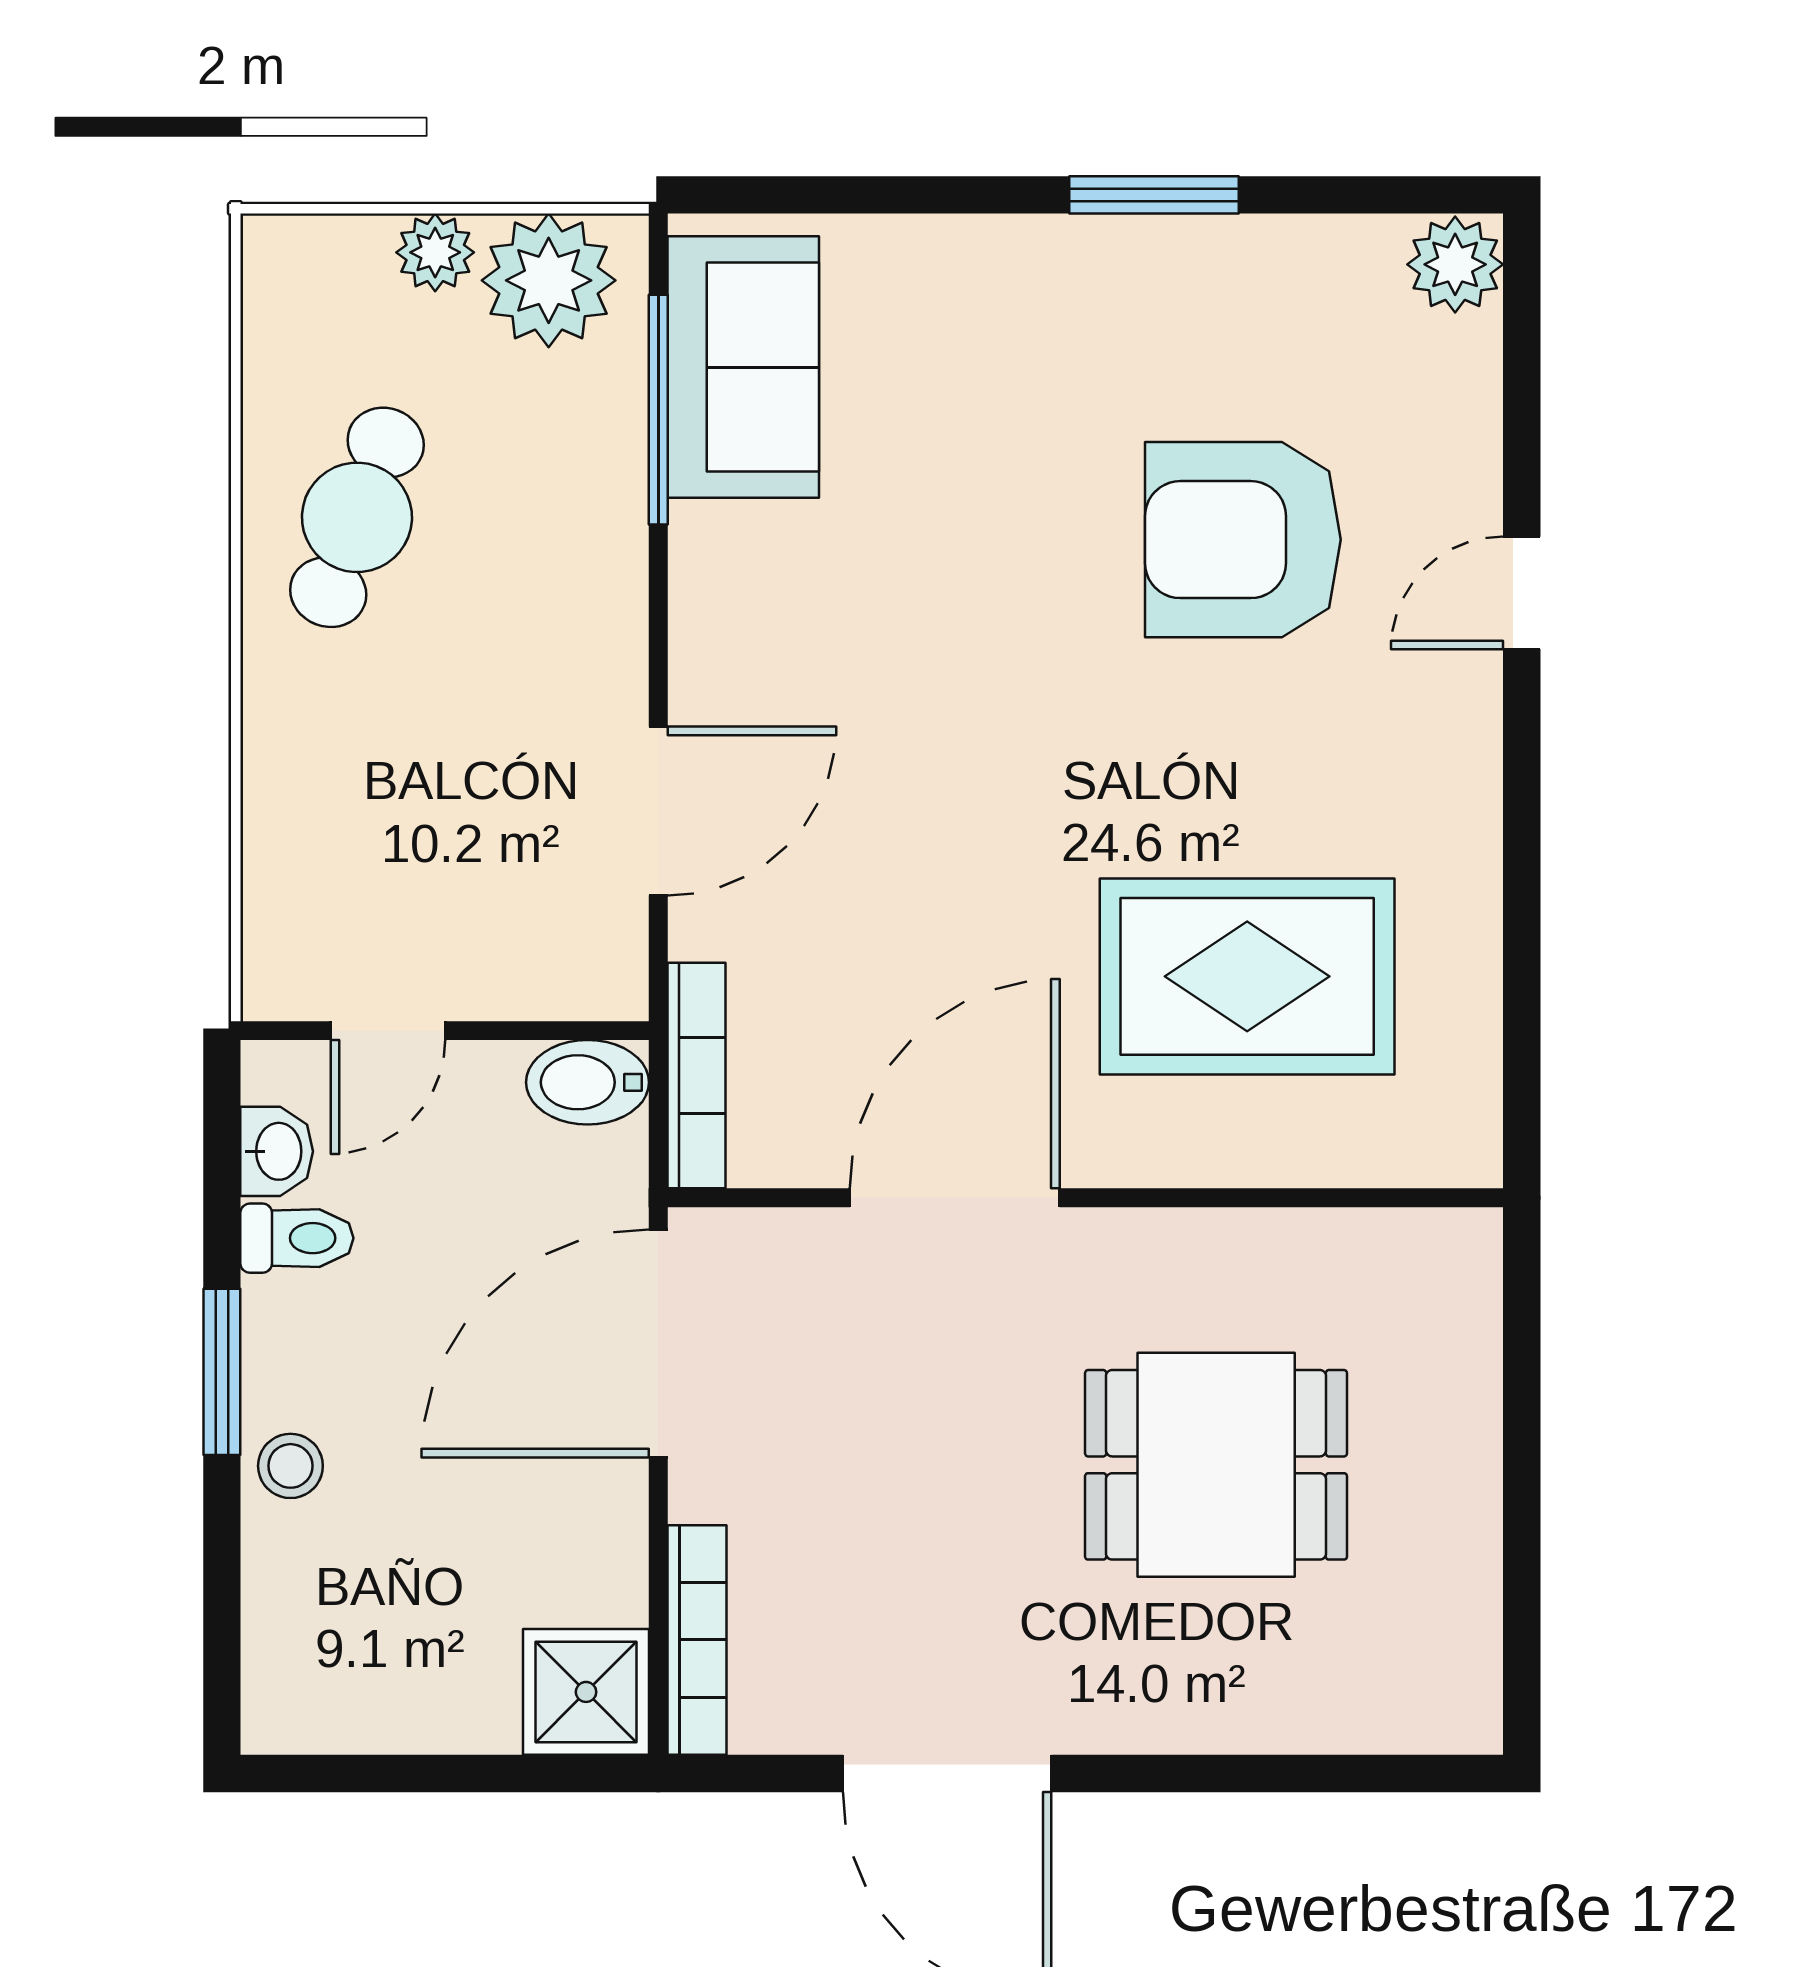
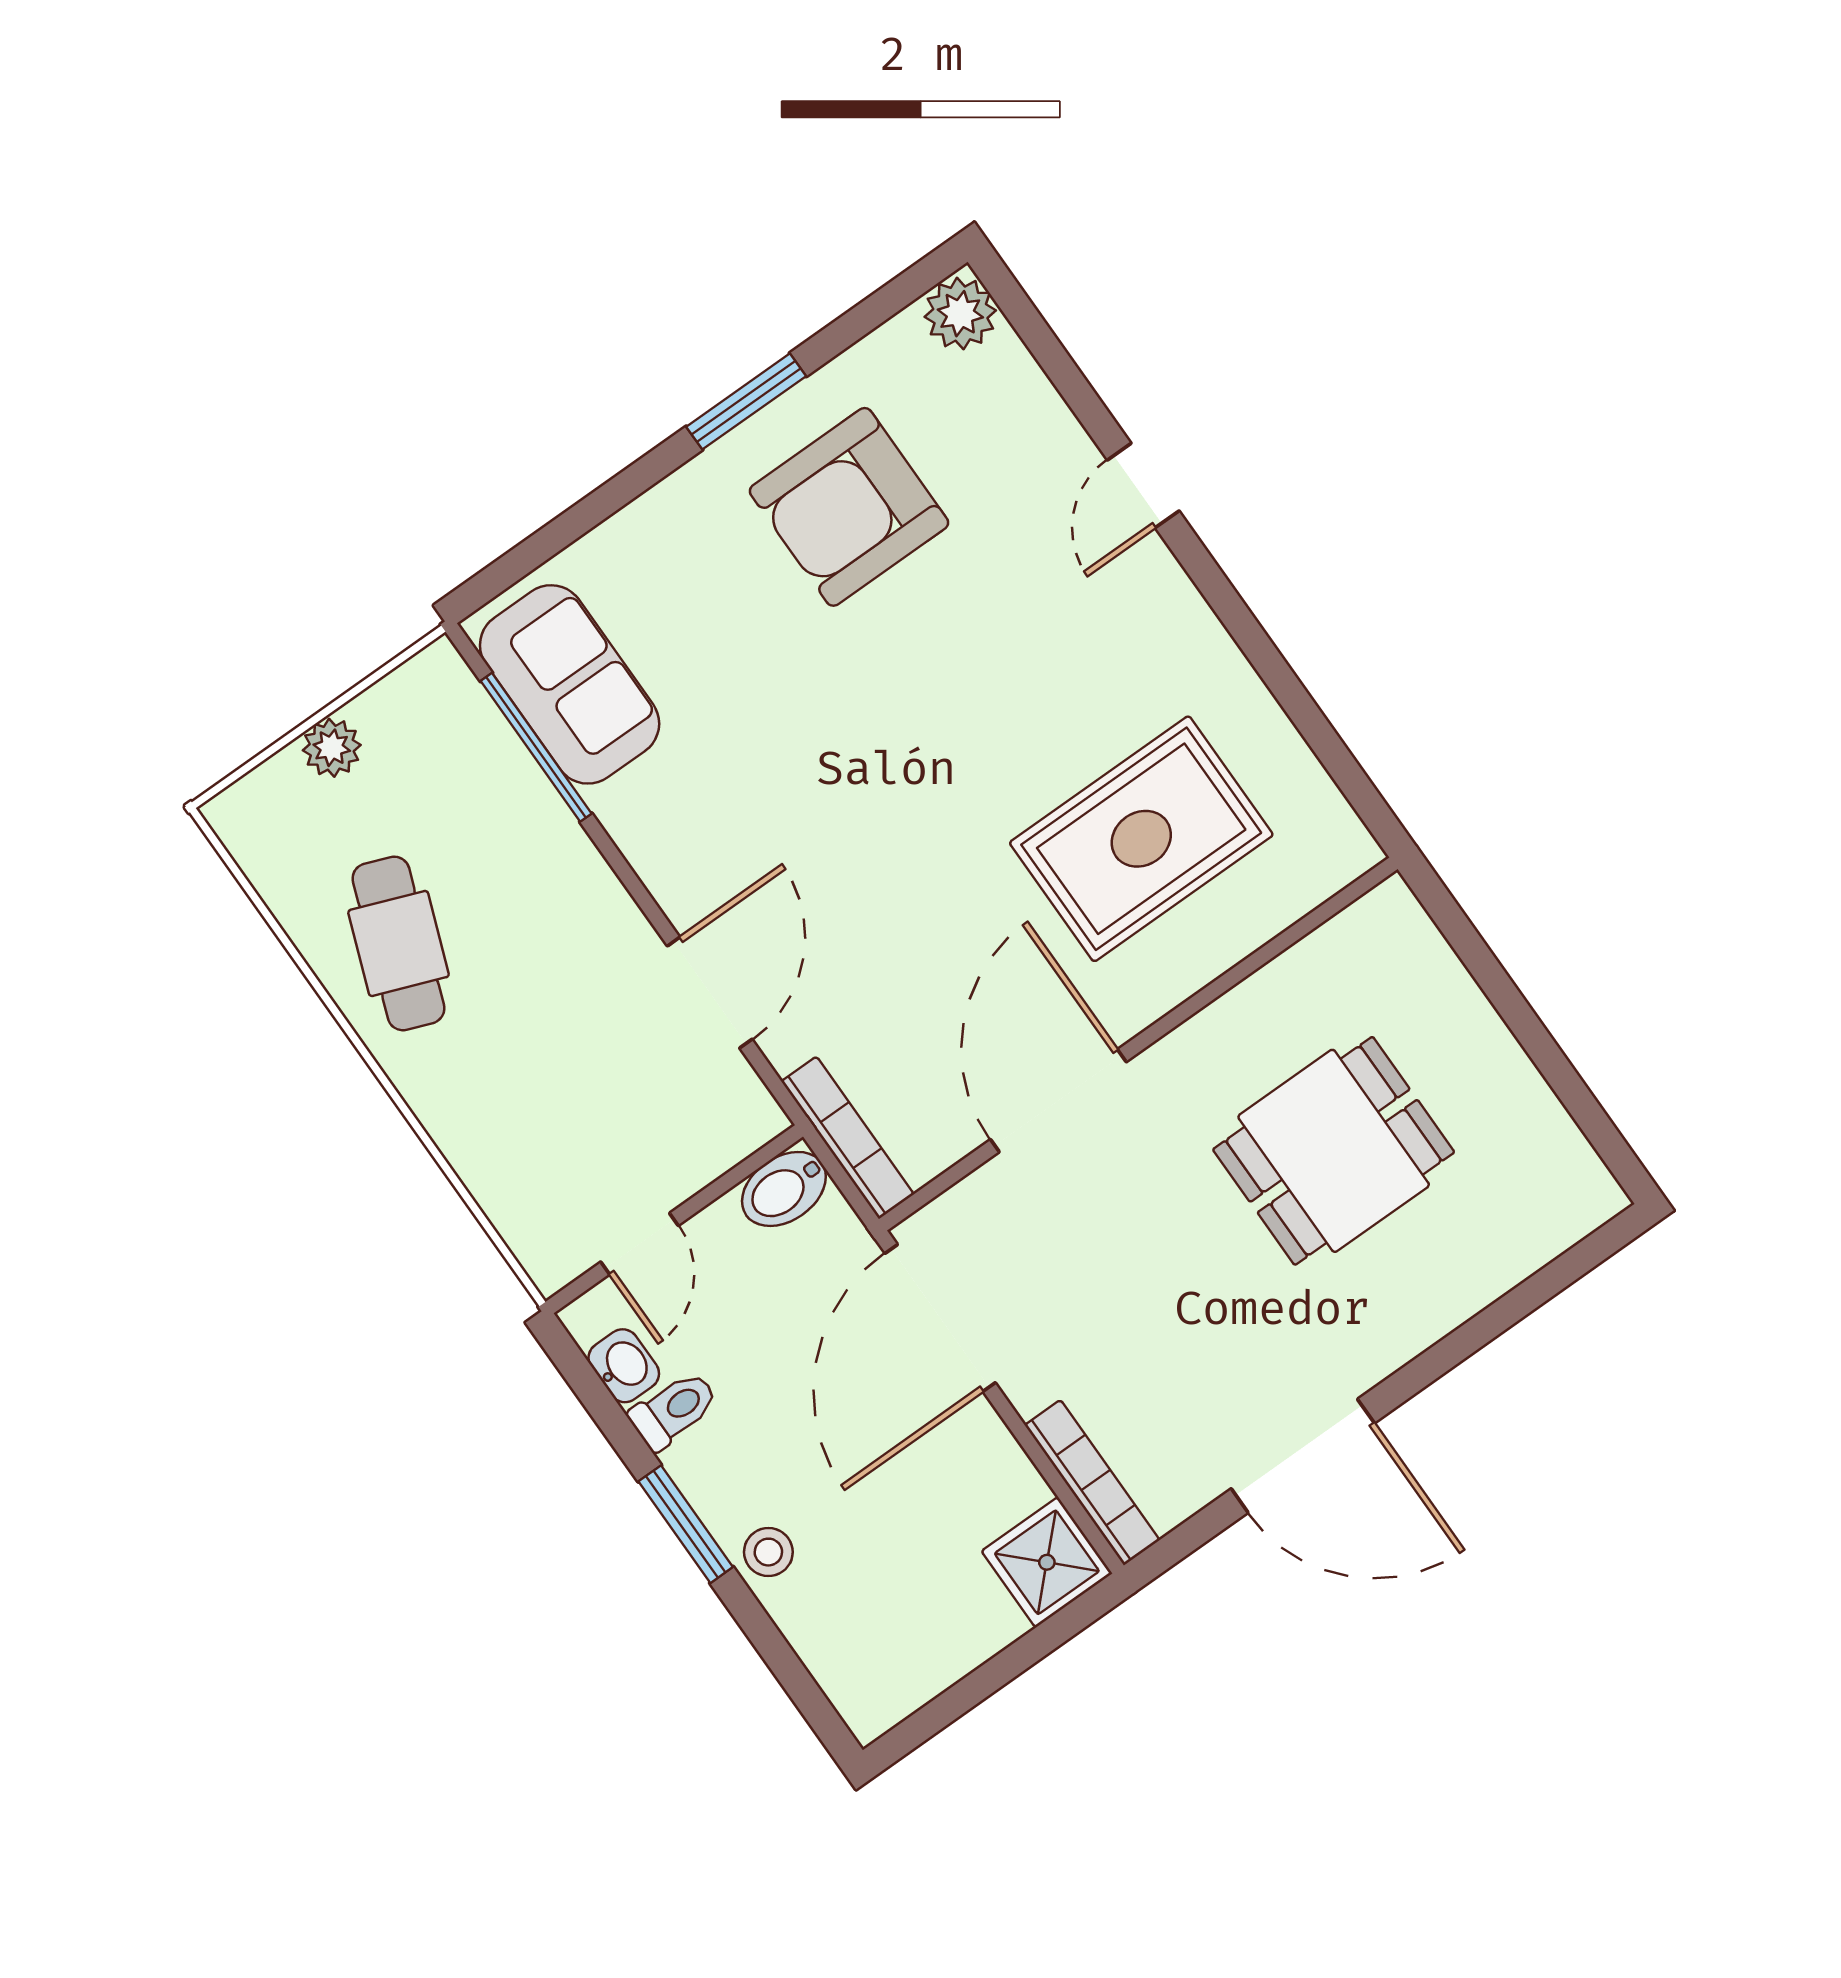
plant: (549, 280) -> (413, 716), removed
armchair: (1243, 540) -> (849, 507), moved

